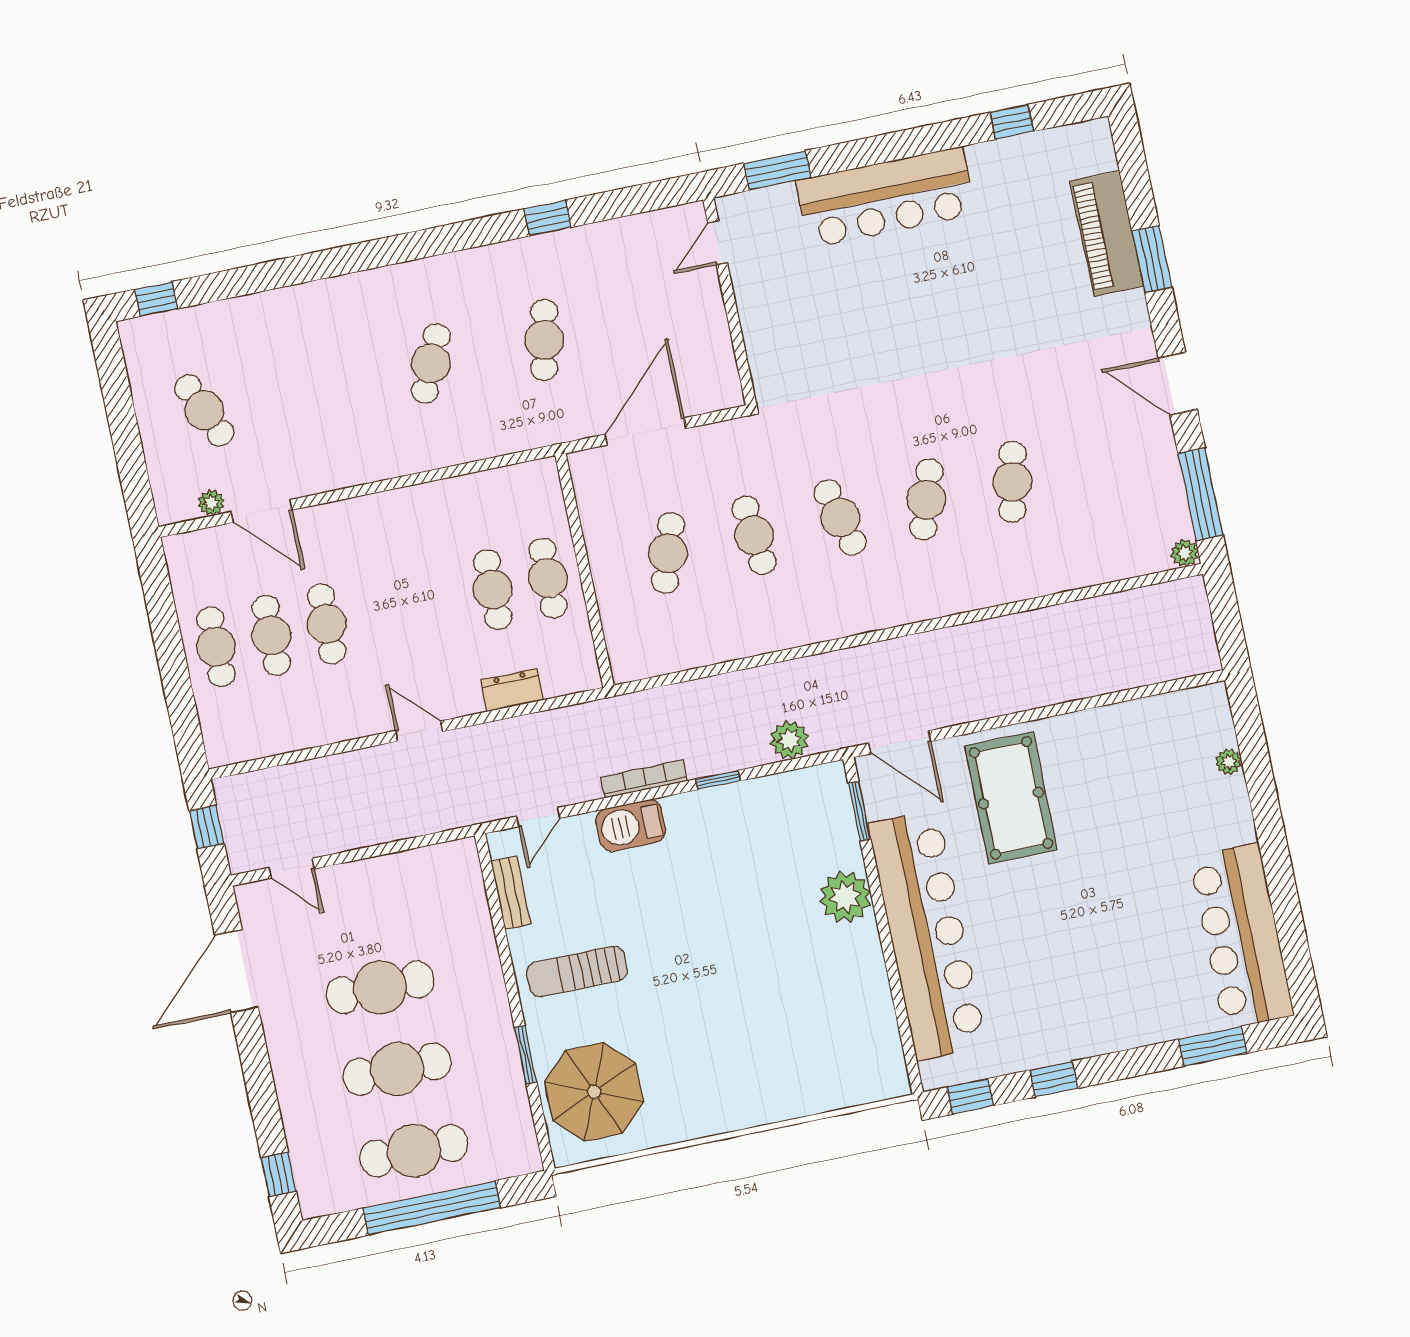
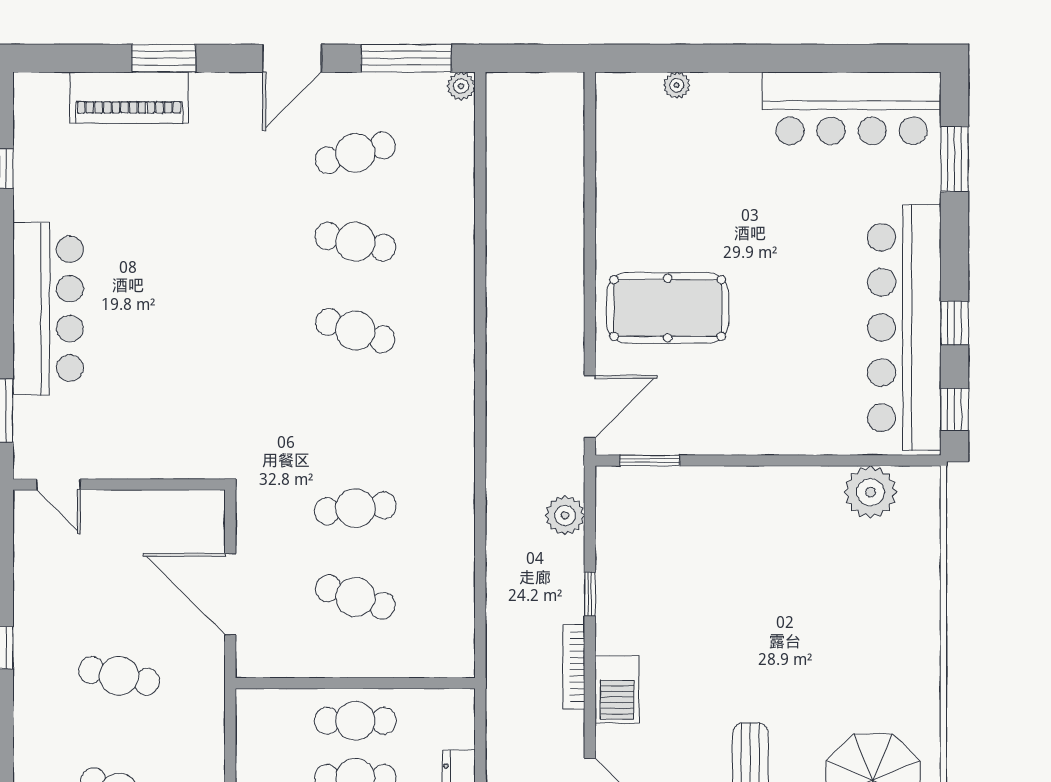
cafe table: (840, 517) -> (355, 153), moved
plant: (845, 897) -> (870, 492), moved
bar counter: (927, 935) -> (904, 327), moved, turned -90

